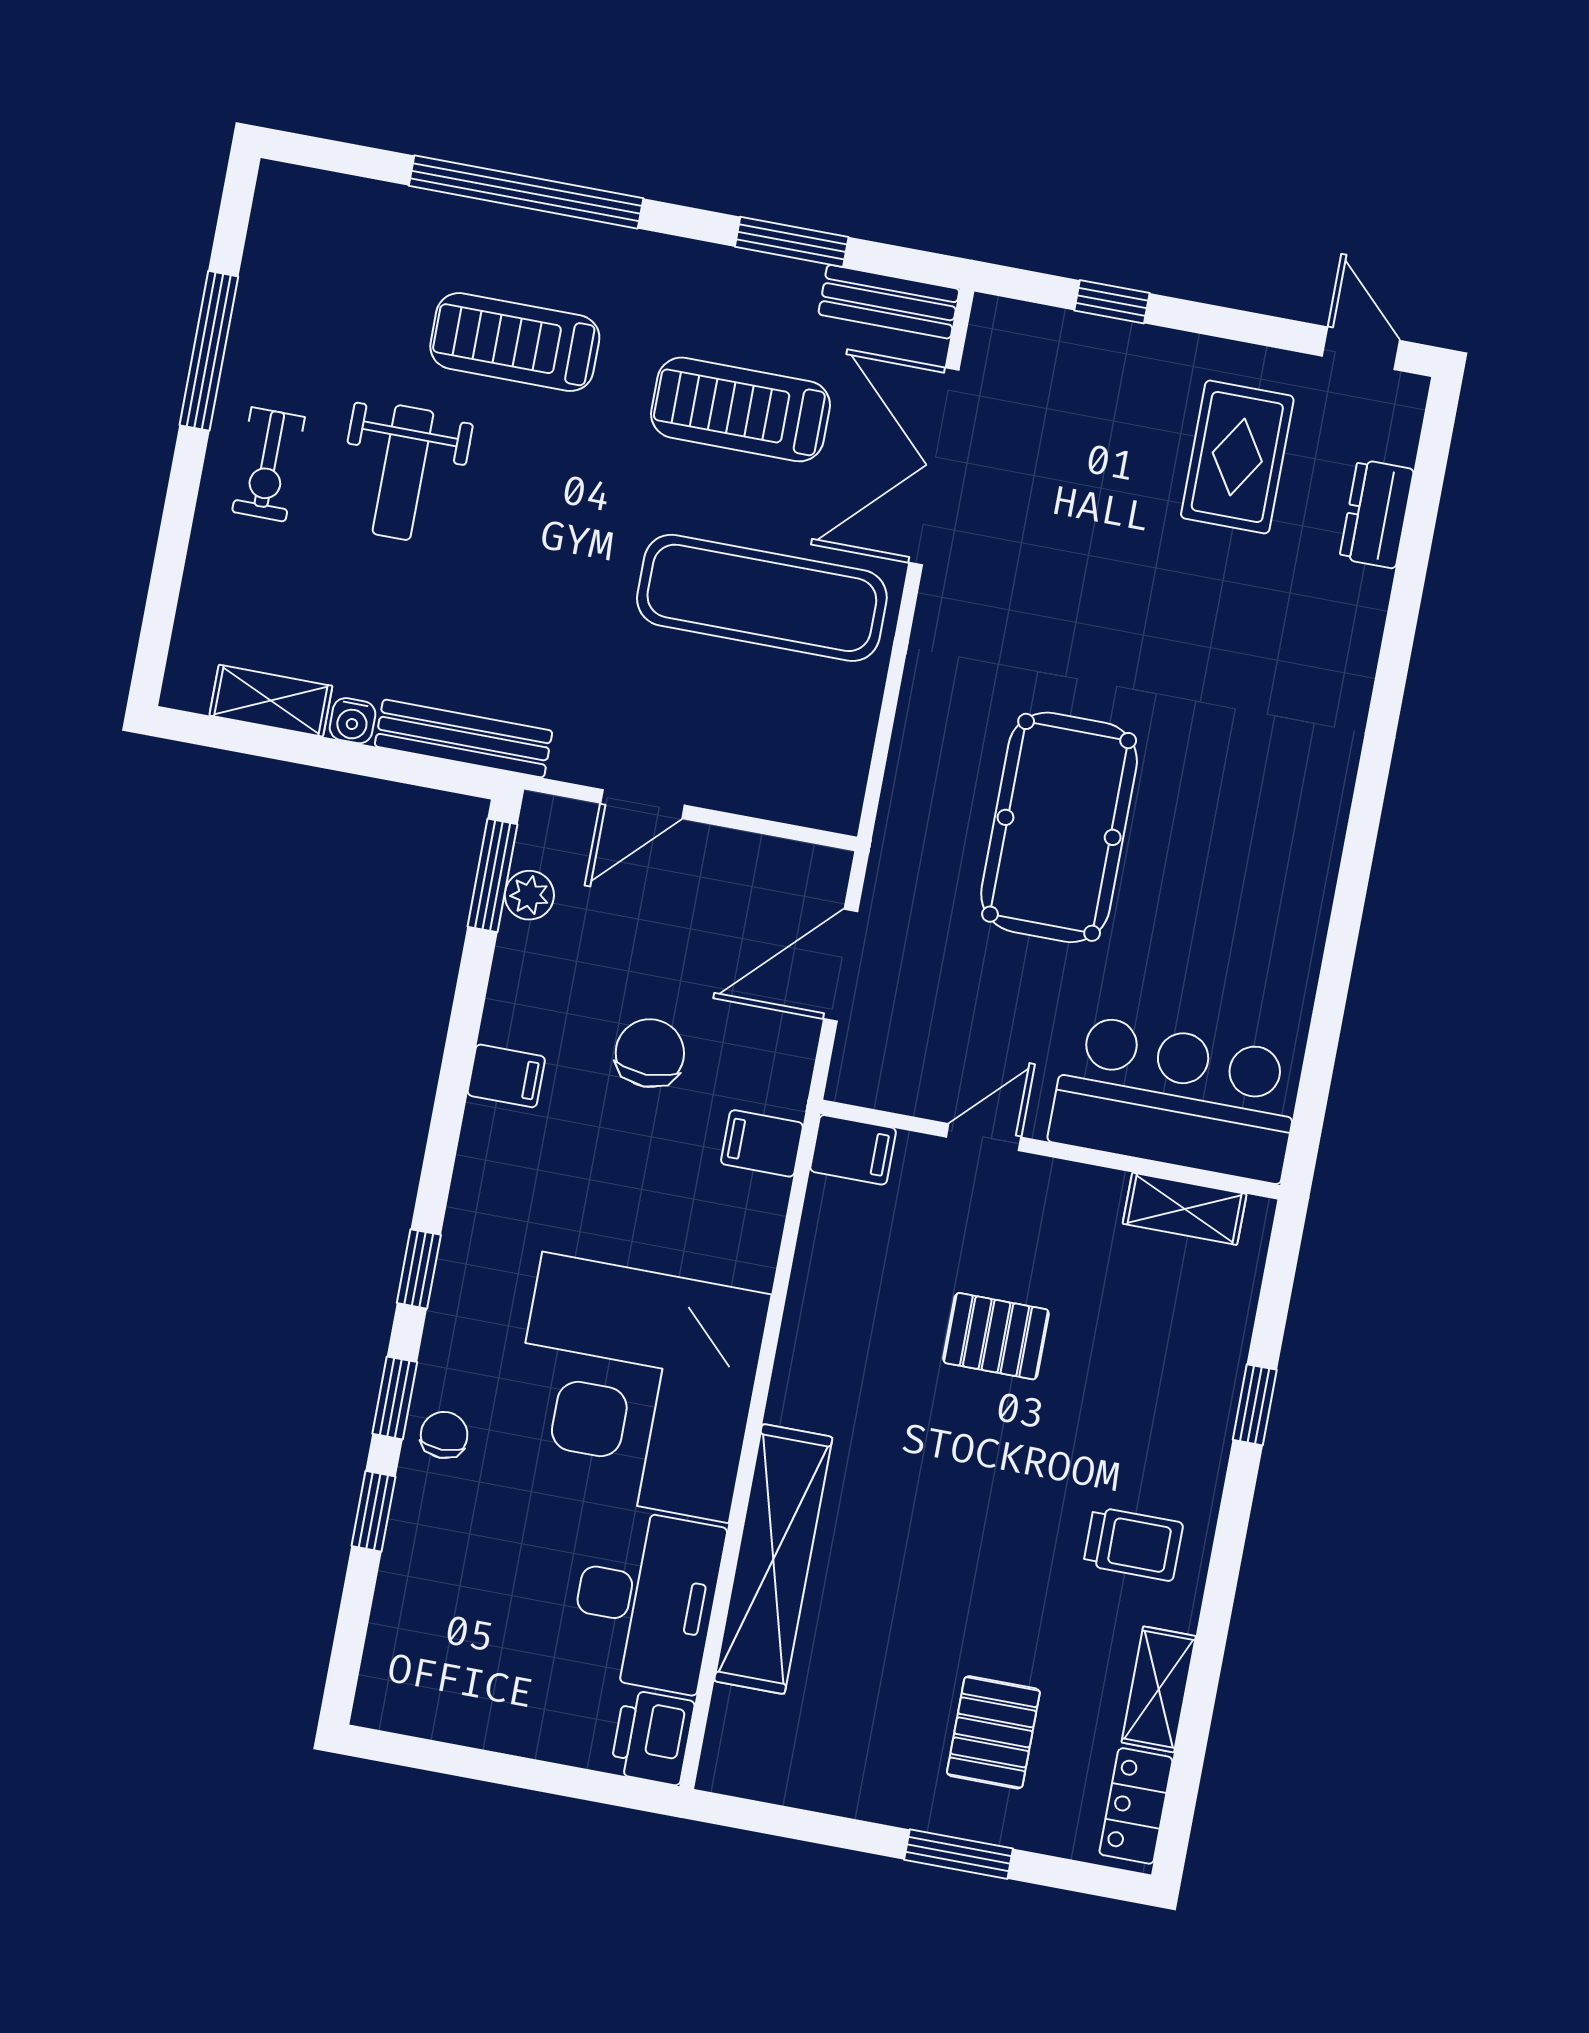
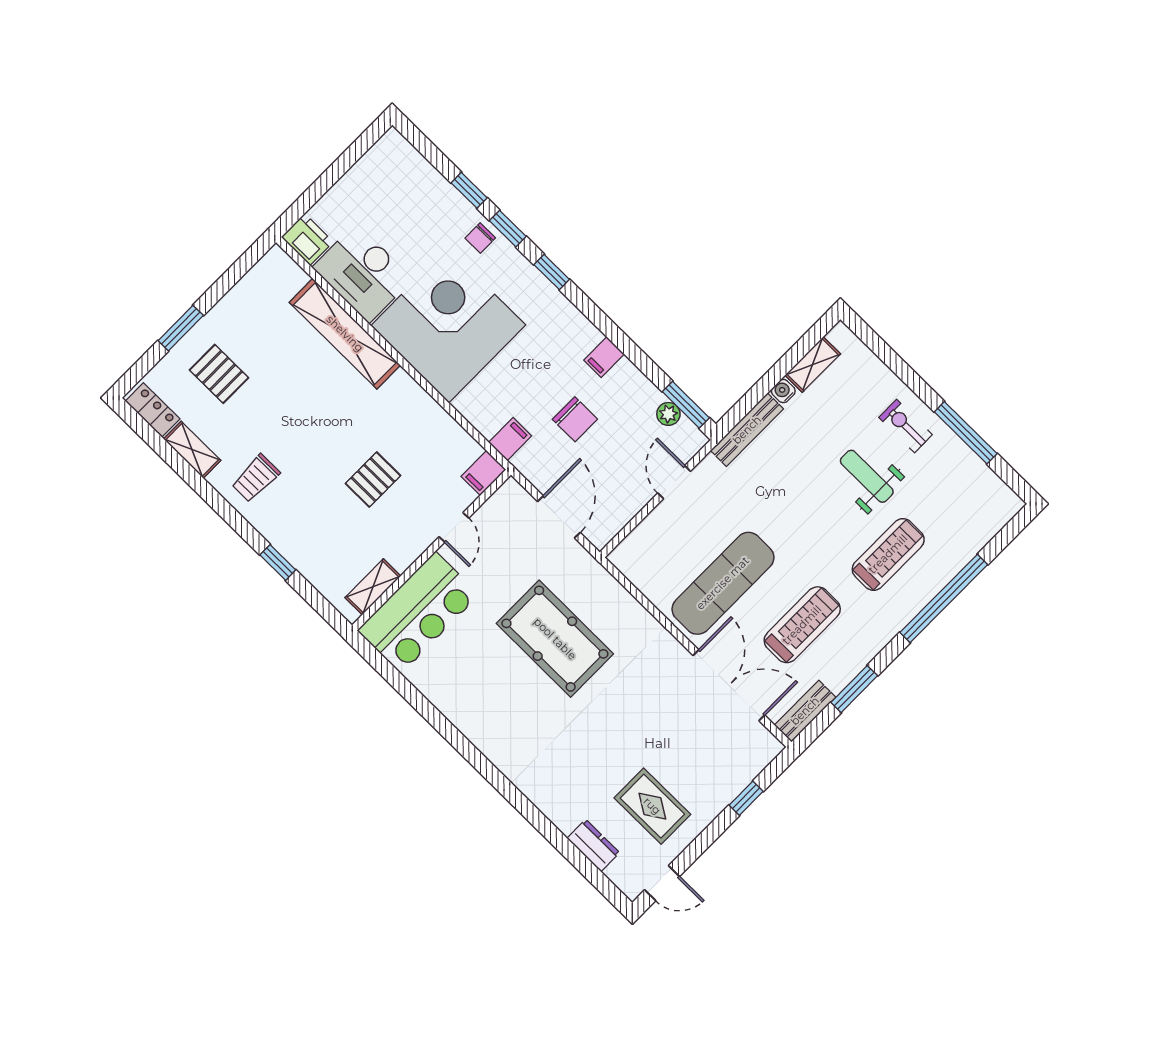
chair: (444, 1435) -> (480, 238), turned 90

